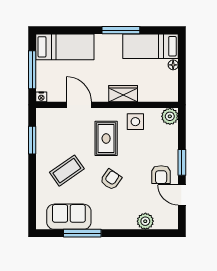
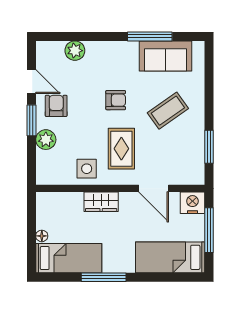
nightstand: (41, 97) -> (192, 203), width x1.89, depth x1.79
plant: (170, 116) -> (46, 140), moved
armchair: (111, 179) -> (116, 100), turned -125

